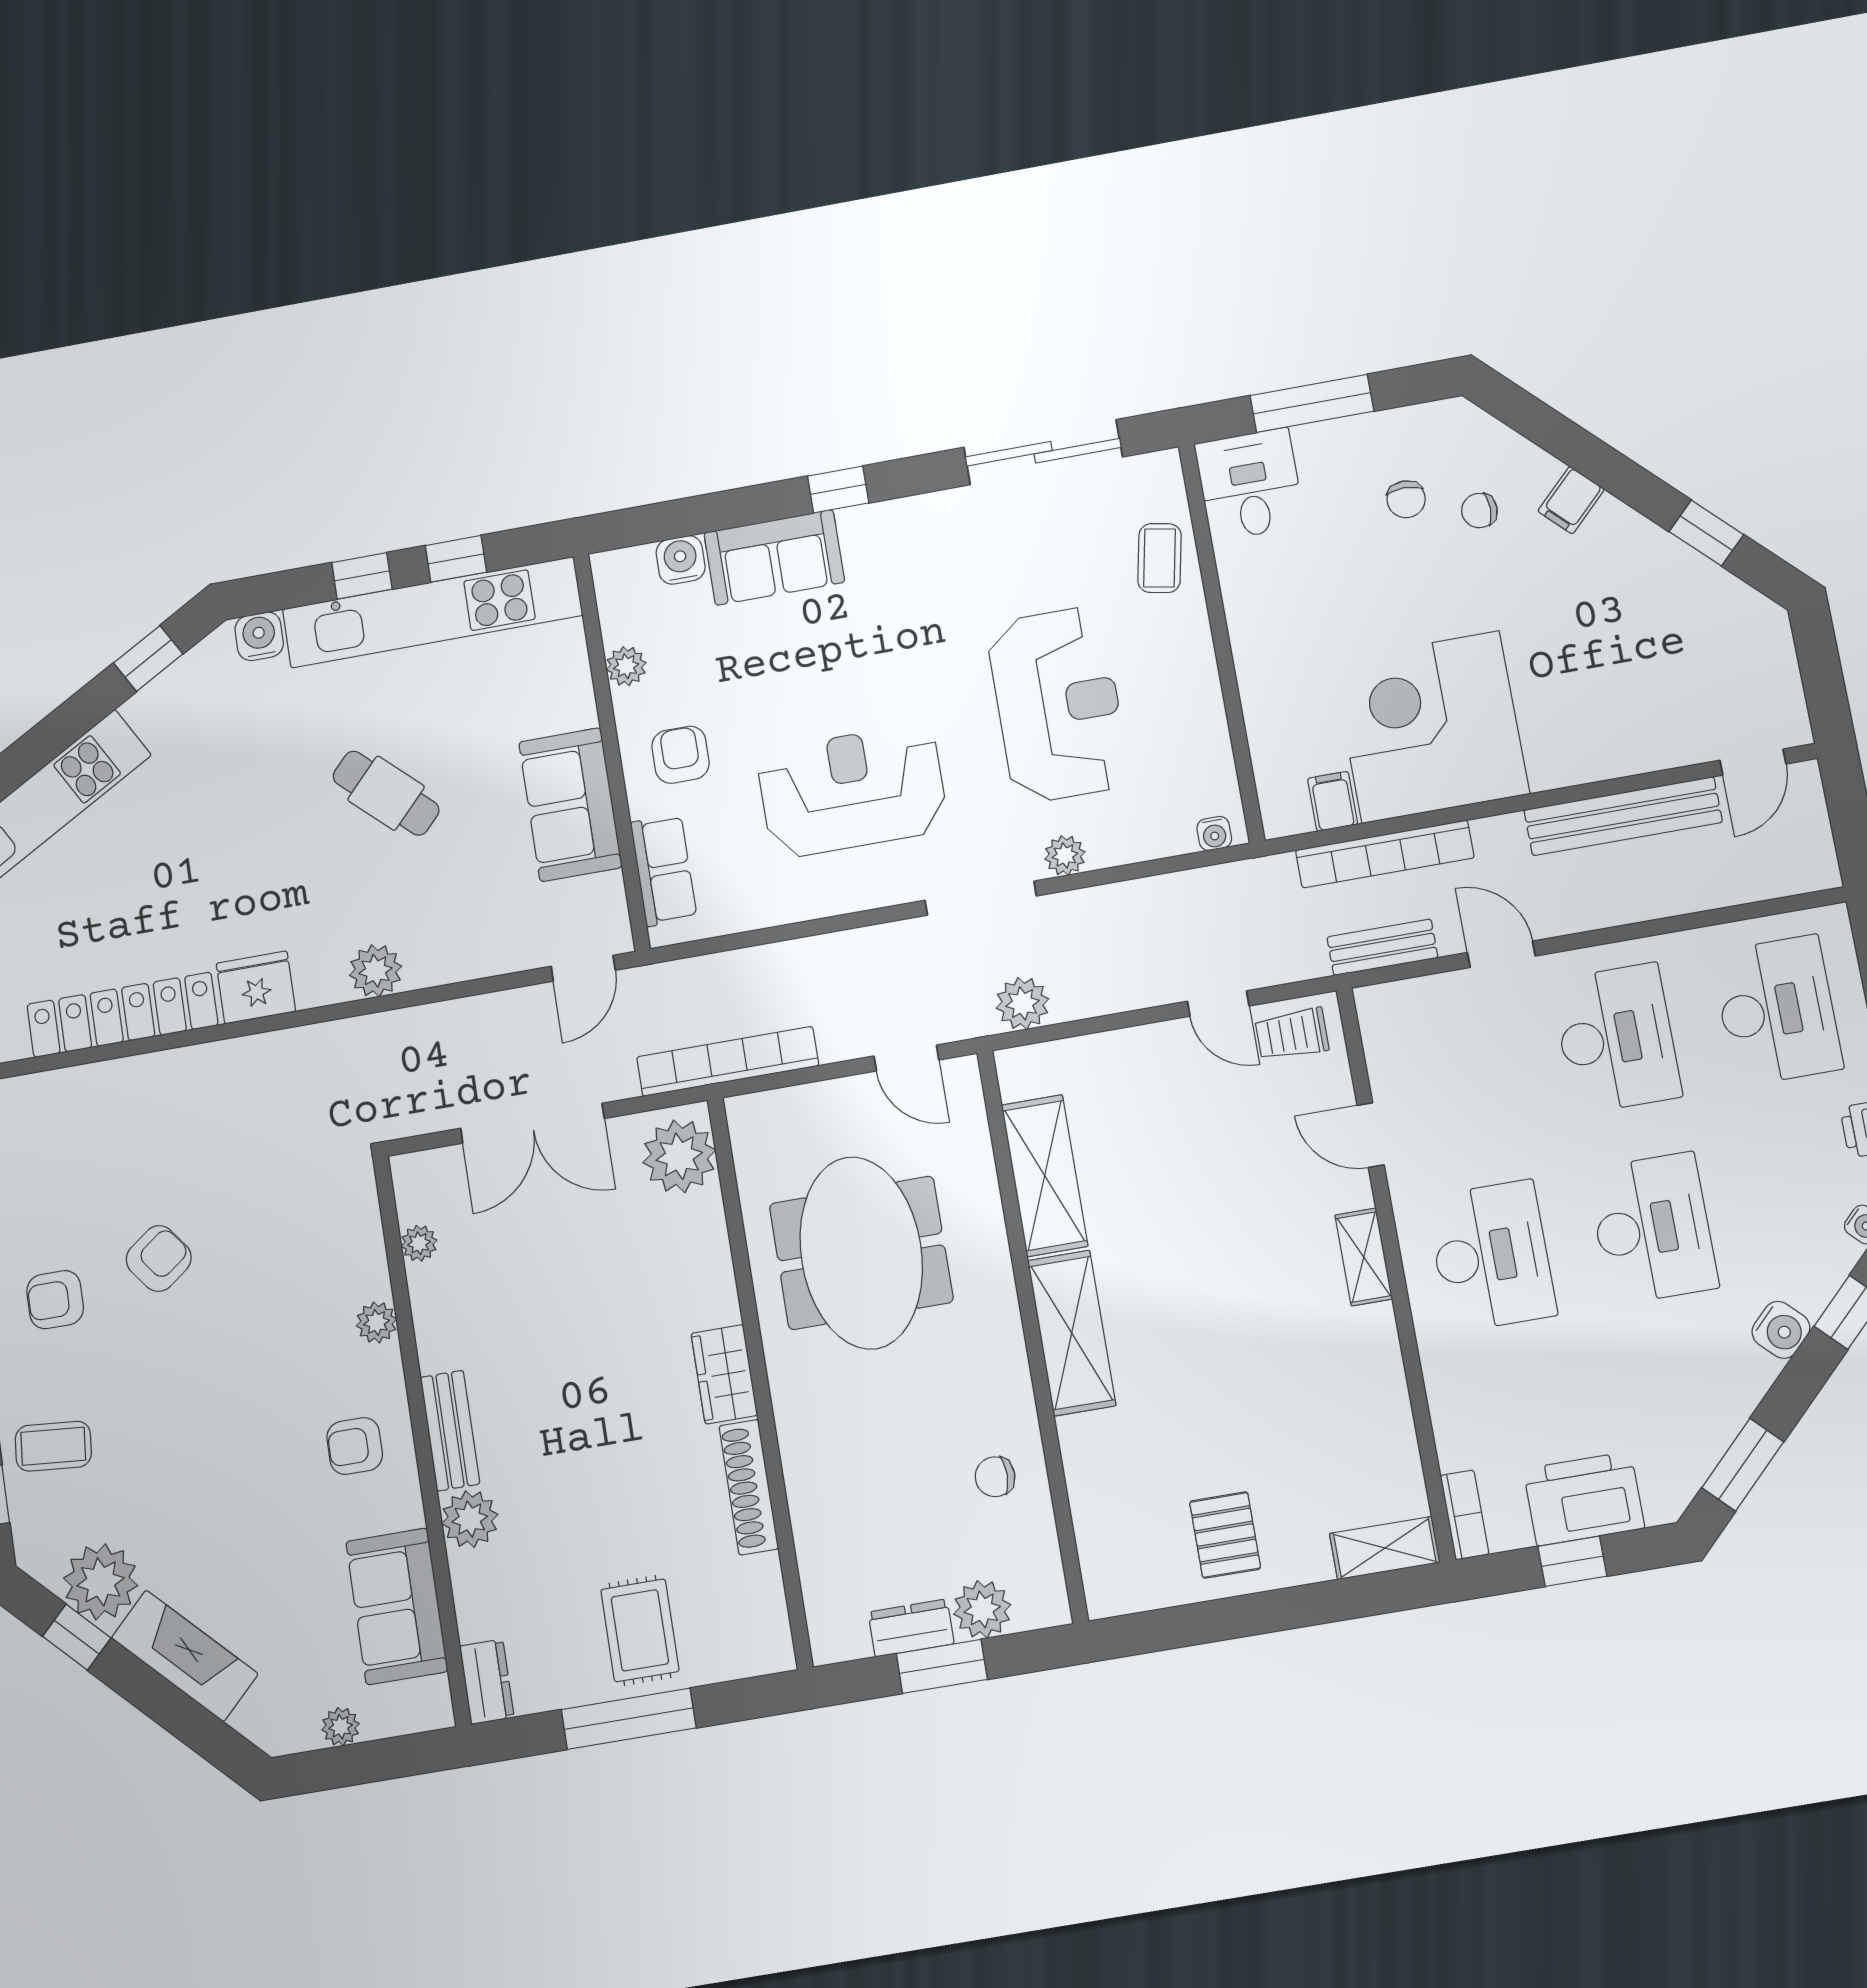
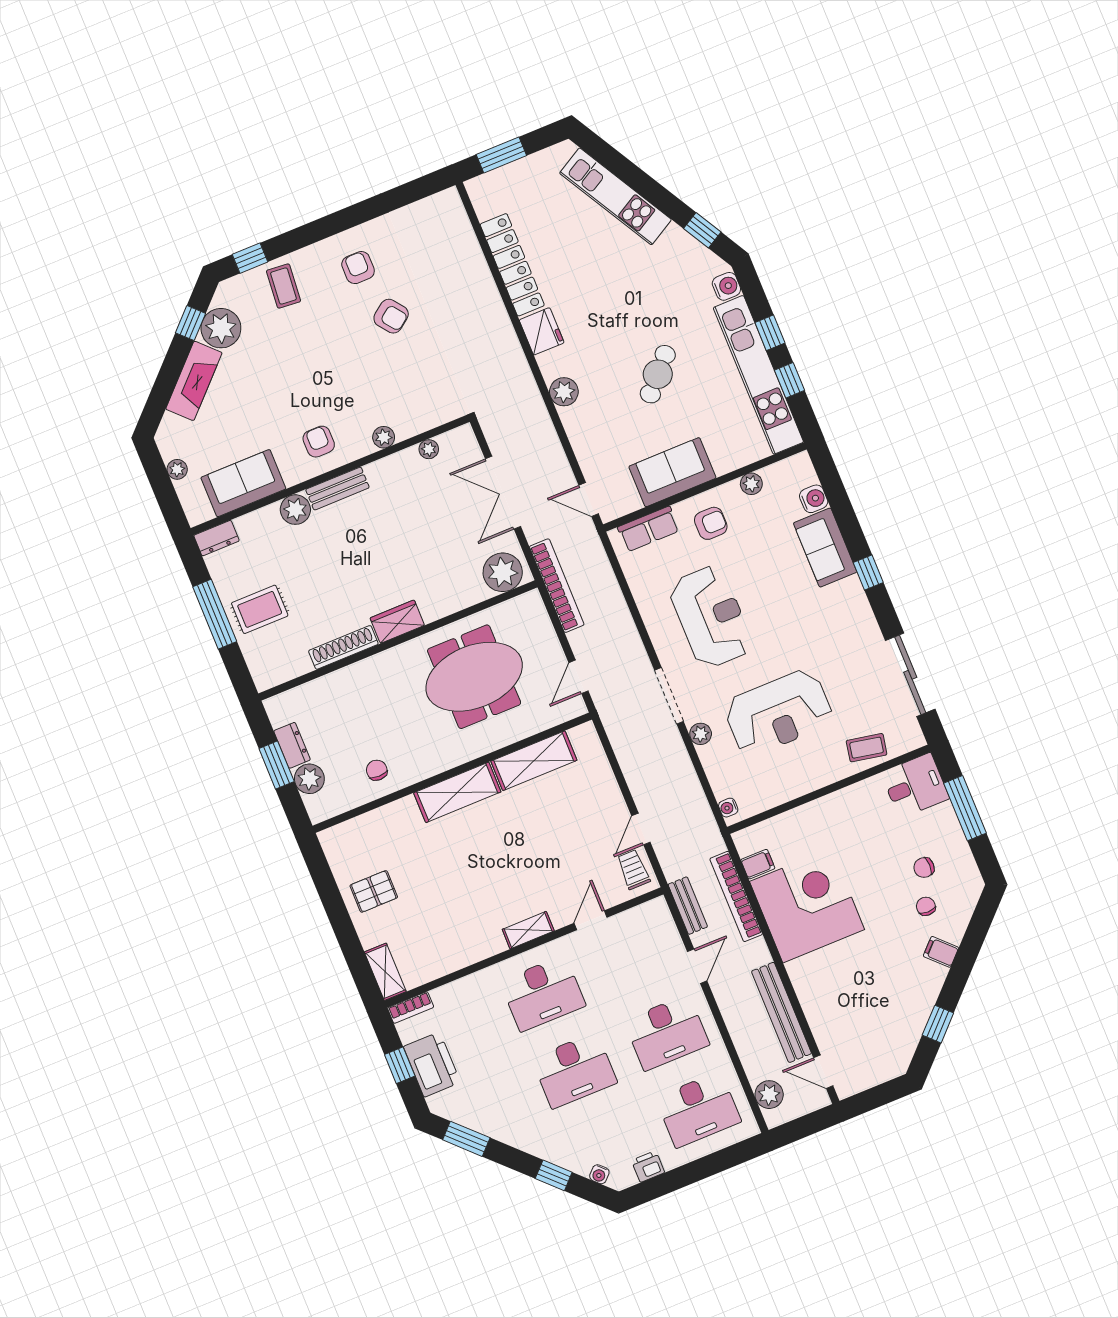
plant: (1022, 1003) -> (769, 1095), moved
water cooler: (1781, 1330) -> (538, 1144), removed

